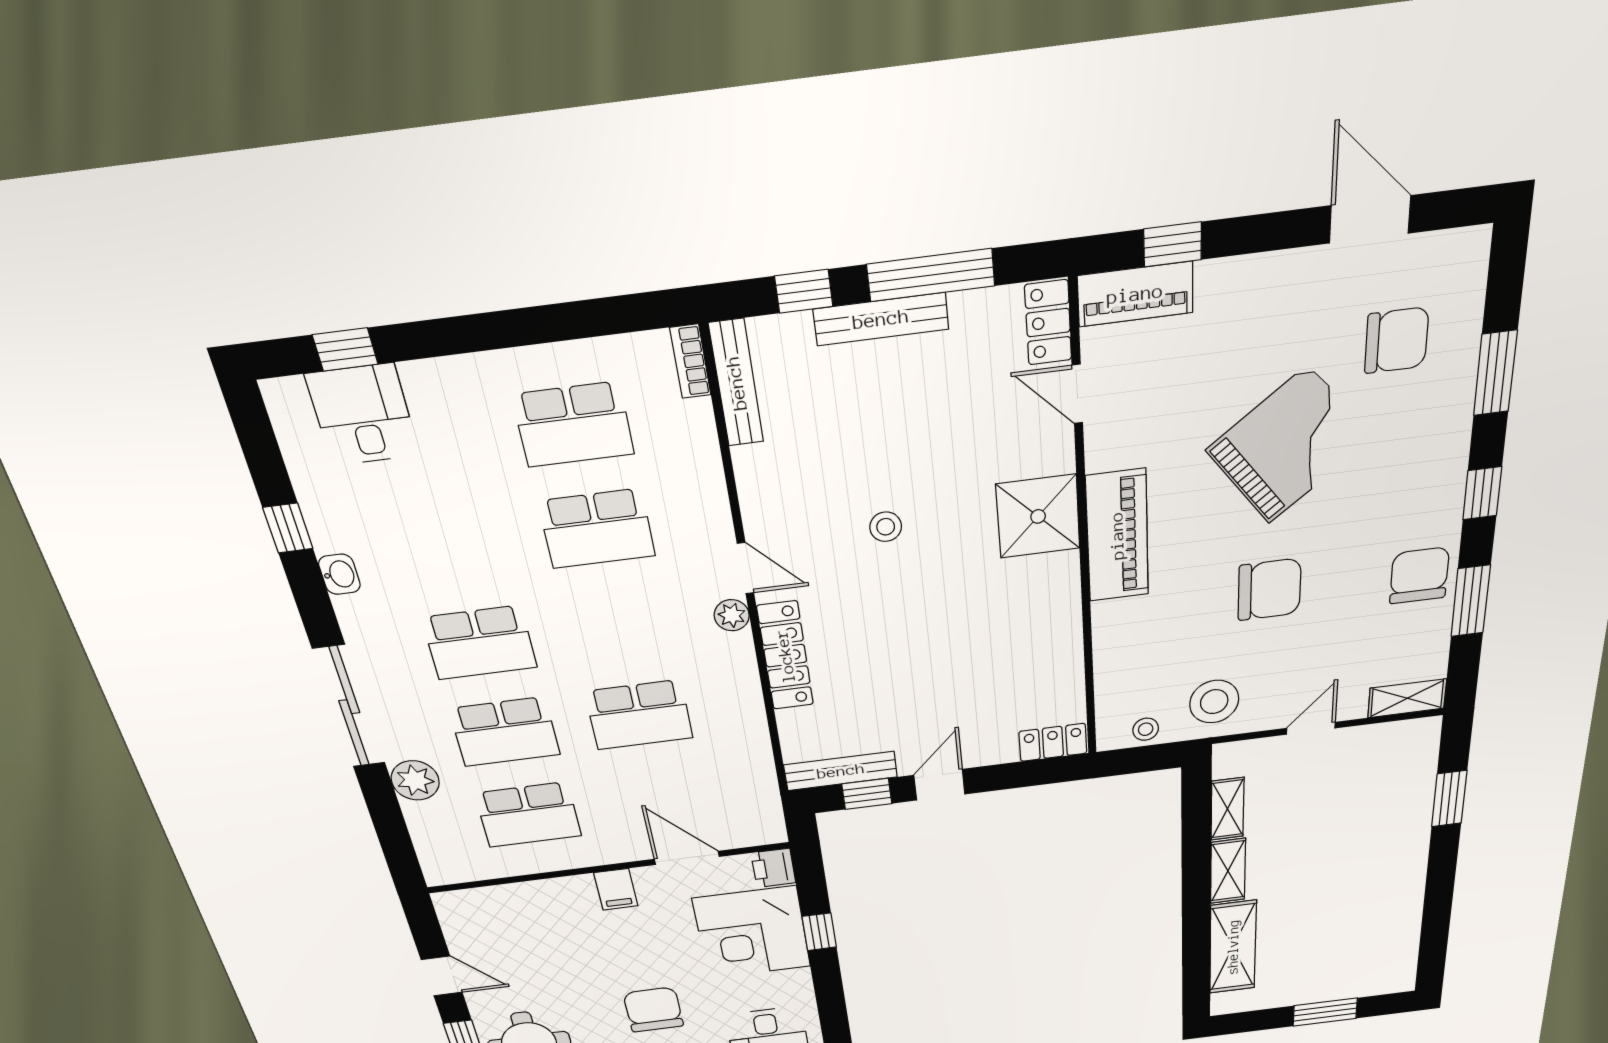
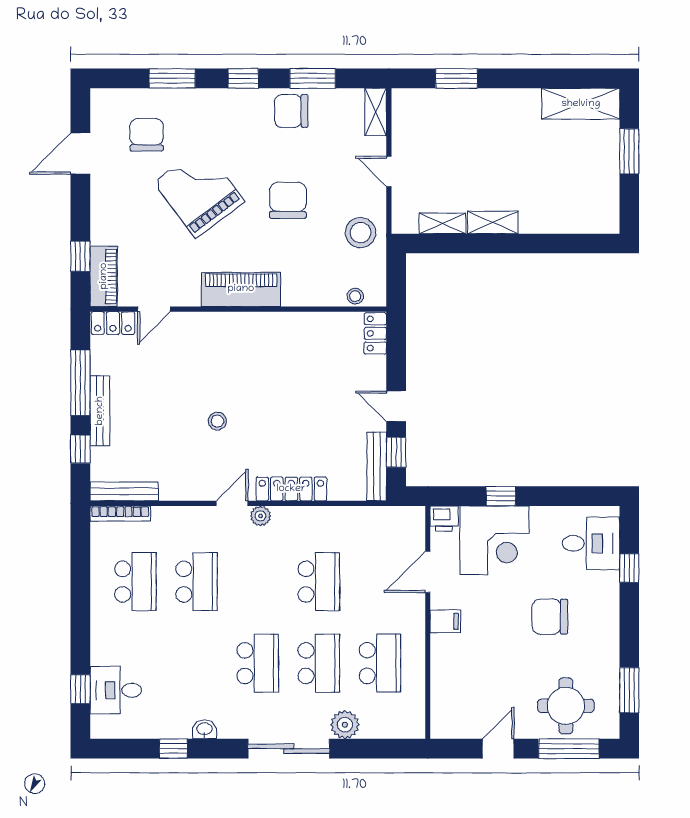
bookcase: (690, 361) -> (120, 514), width x1.56
shower: (1038, 516) -> (223, 334), removed
stool: (1146, 729) -> (355, 296), moved
shelving: (1233, 947) -> (581, 104), moved

